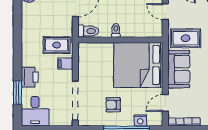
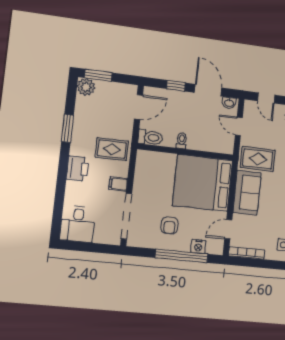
filing cabinet: (65, 64) -> (118, 184), moved
printer: (30, 77) -> (78, 168), moved
window: (17, 93) -> (67, 128), moved
armchair: (113, 105) -> (169, 225), turned -90

